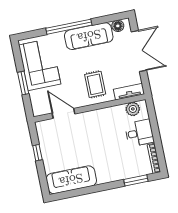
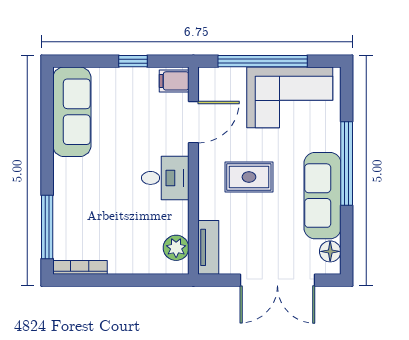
window: (23, 83) -> (263, 61), width x2.11
rug: (95, 84) -> (249, 177), moved
filing cabinet: (44, 128) -> (174, 81), added
desk: (139, 133) -> (165, 178), moved, turned -90
window: (136, 180) -> (47, 227), width x1.44

